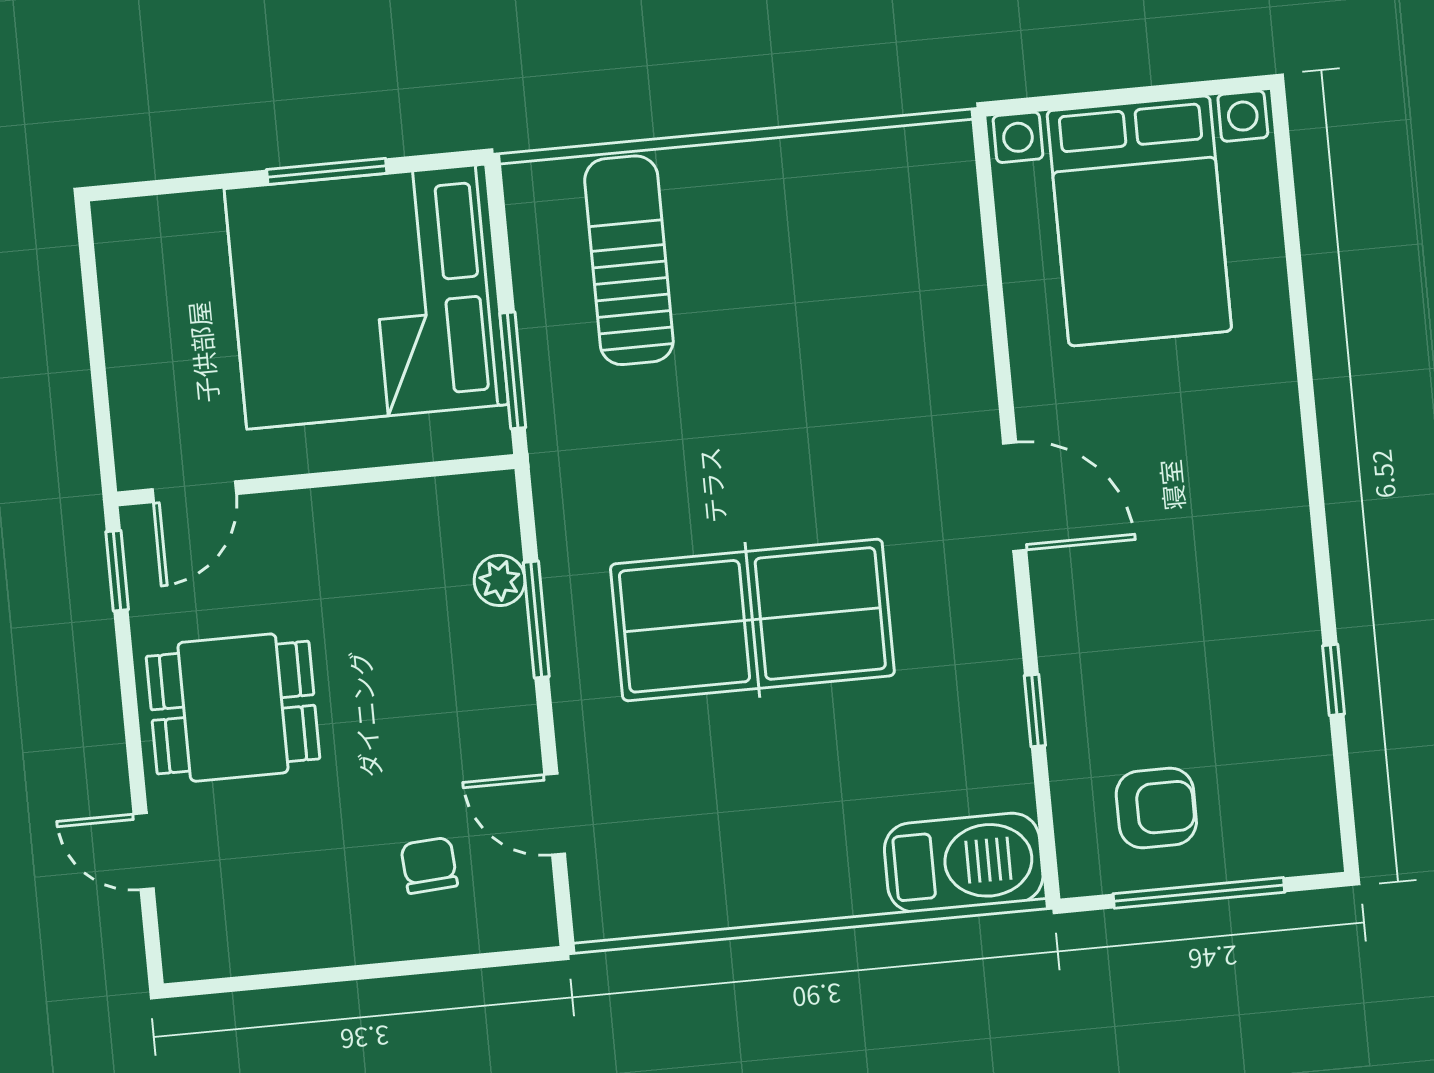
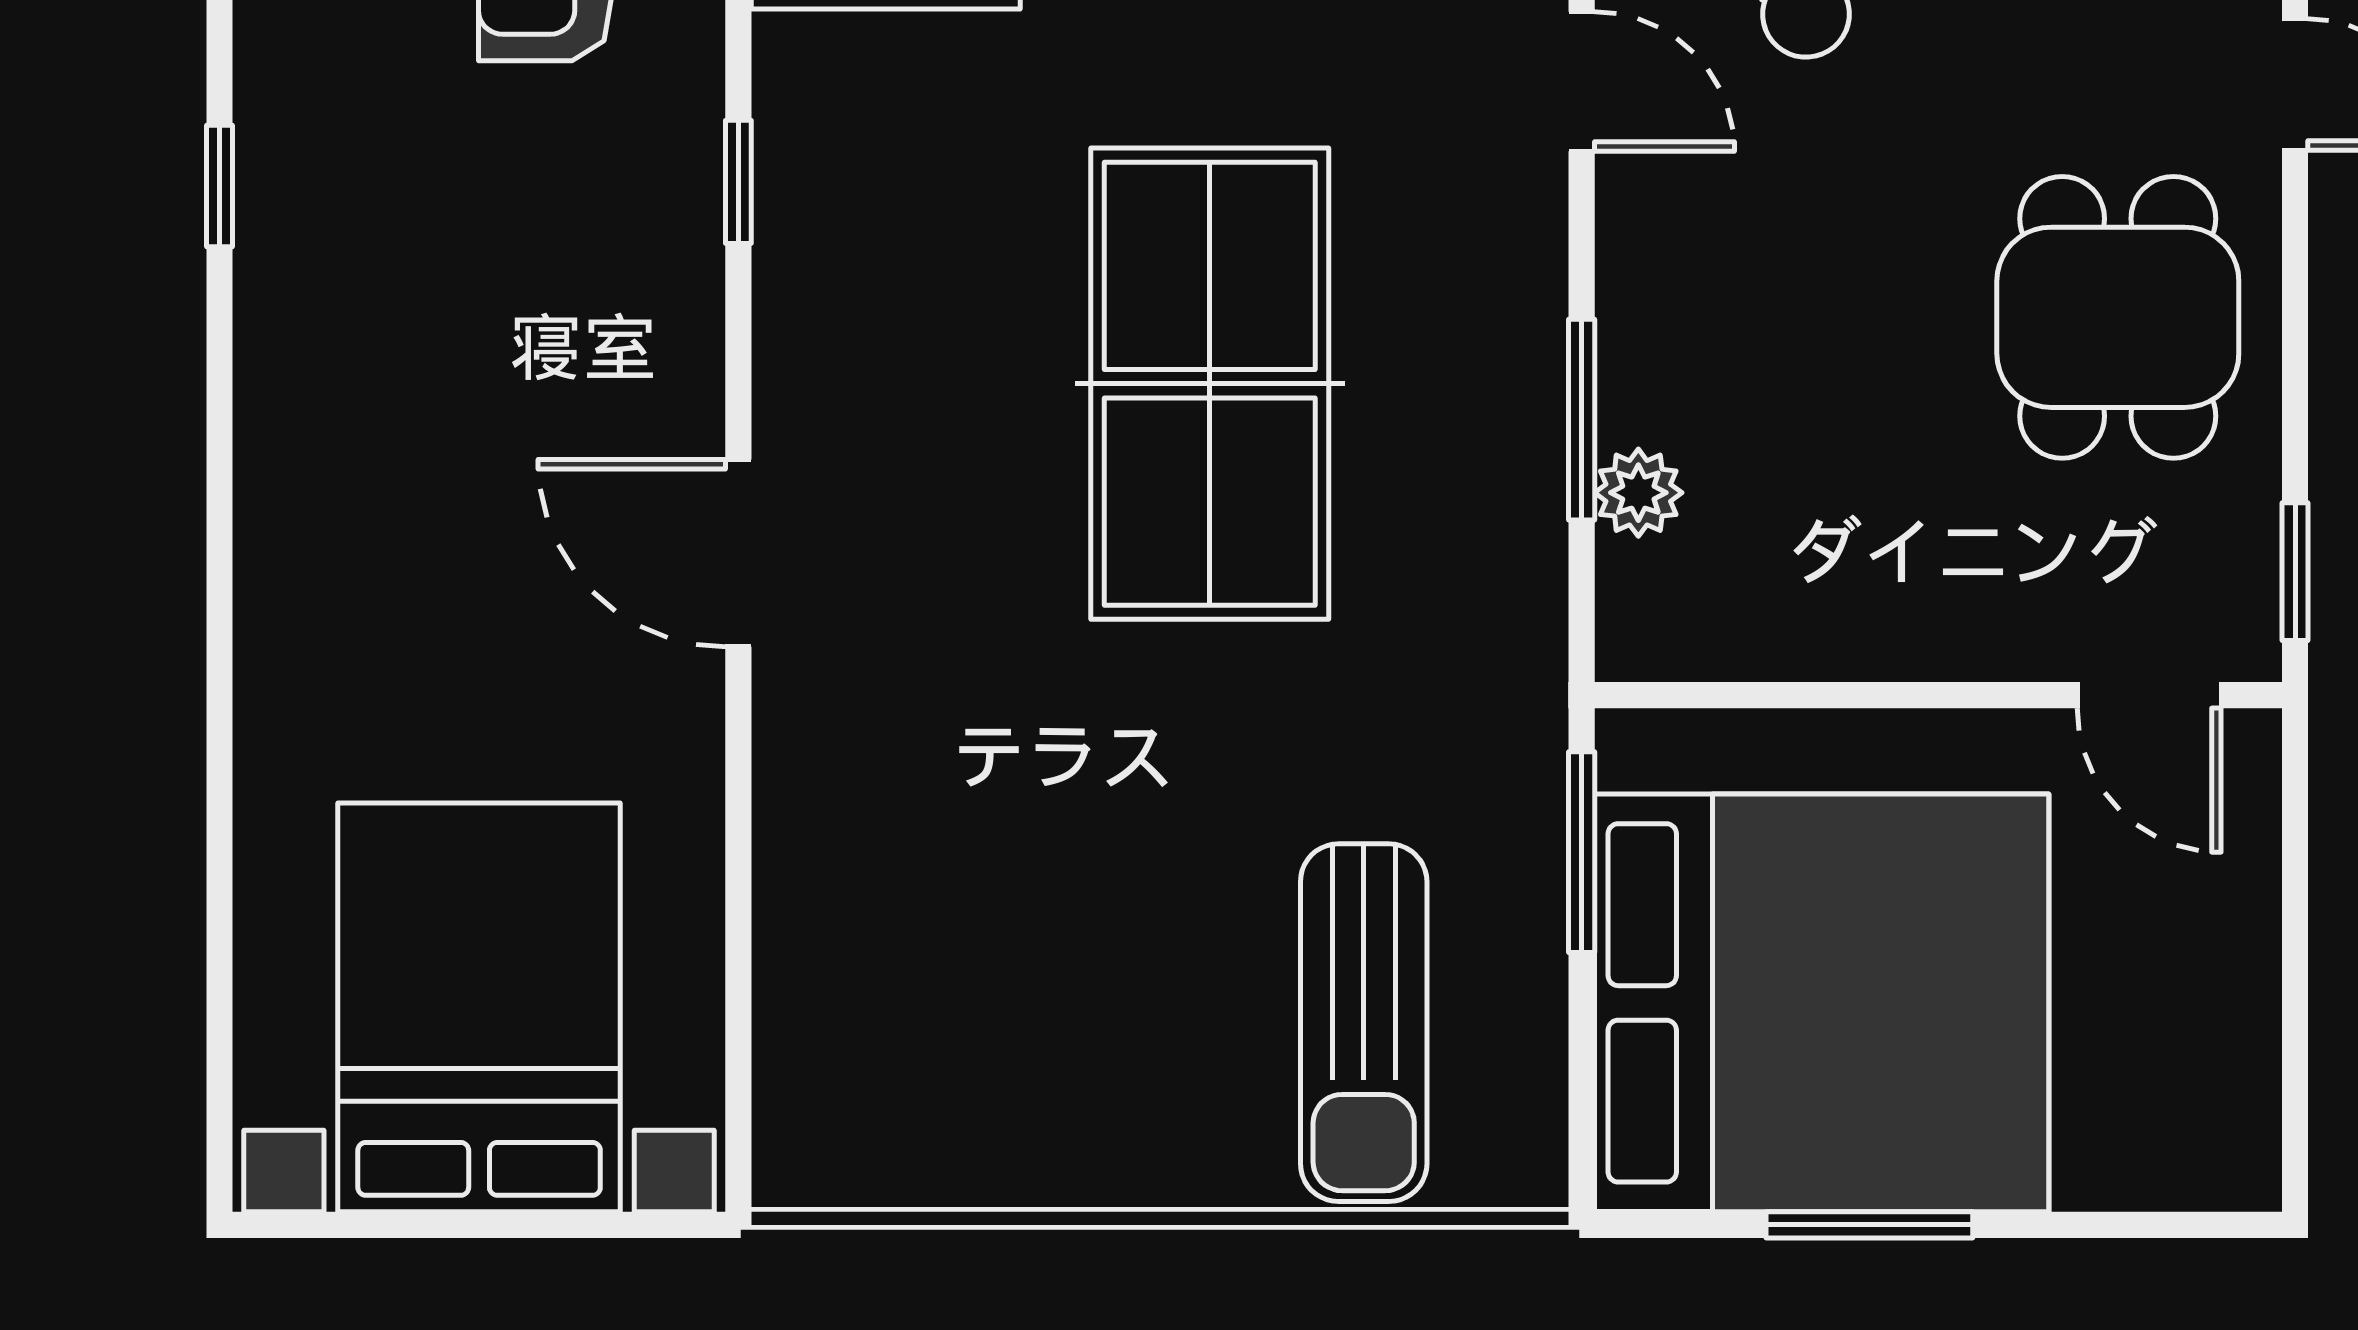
door: (194, 492) -> (2149, 695), swing flipped
table tennis table: (752, 620) -> (1210, 384), turned 90
dining table: (233, 708) -> (2118, 317), turned 90

